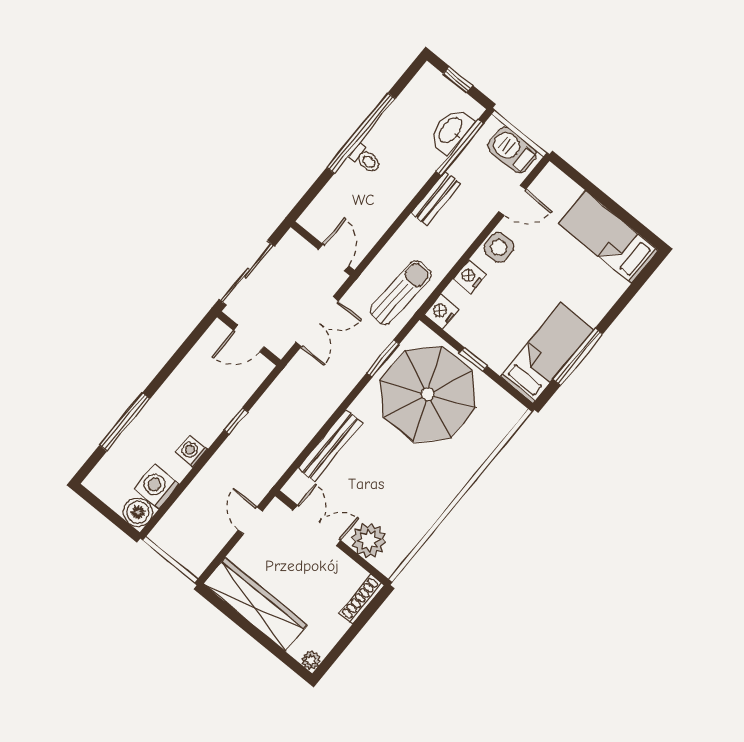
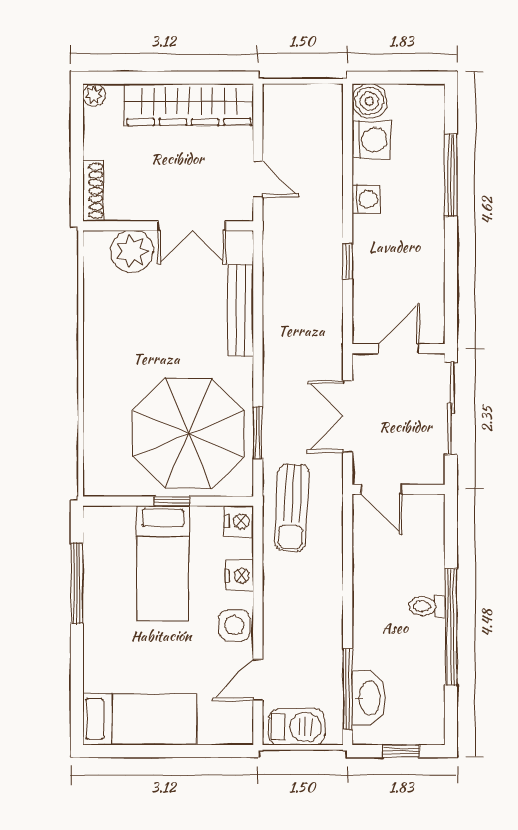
bench: (436, 199) -> (331, 623), removed
bed: (547, 353) -> (163, 563), moved

